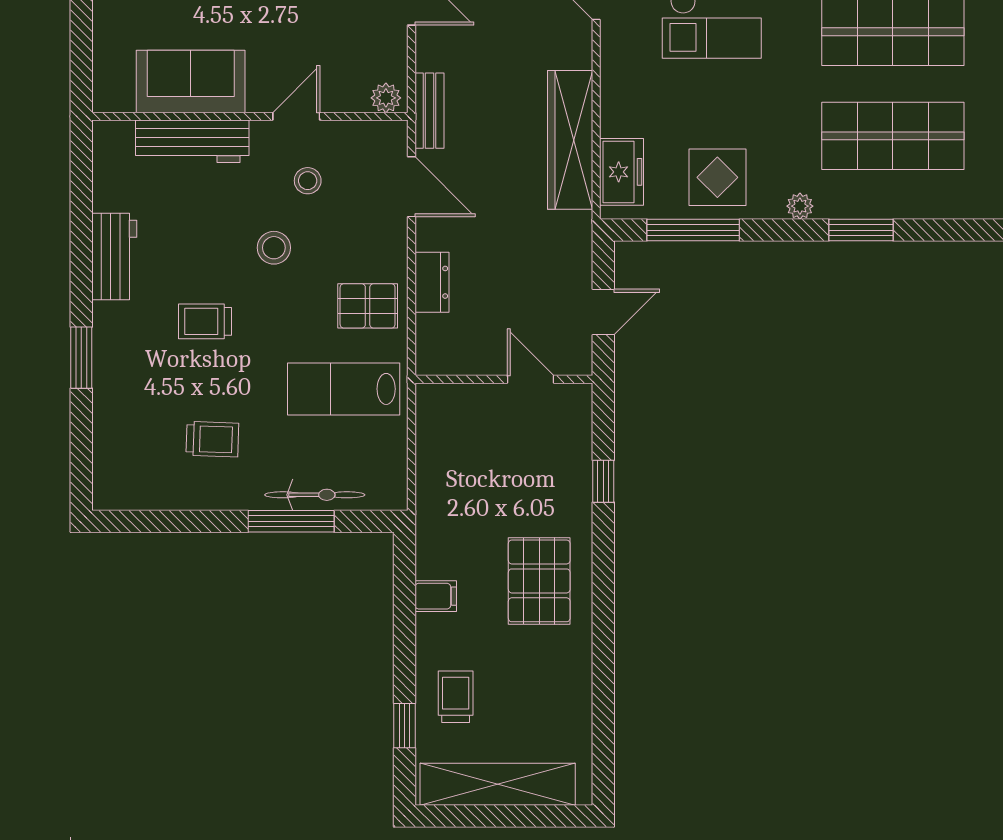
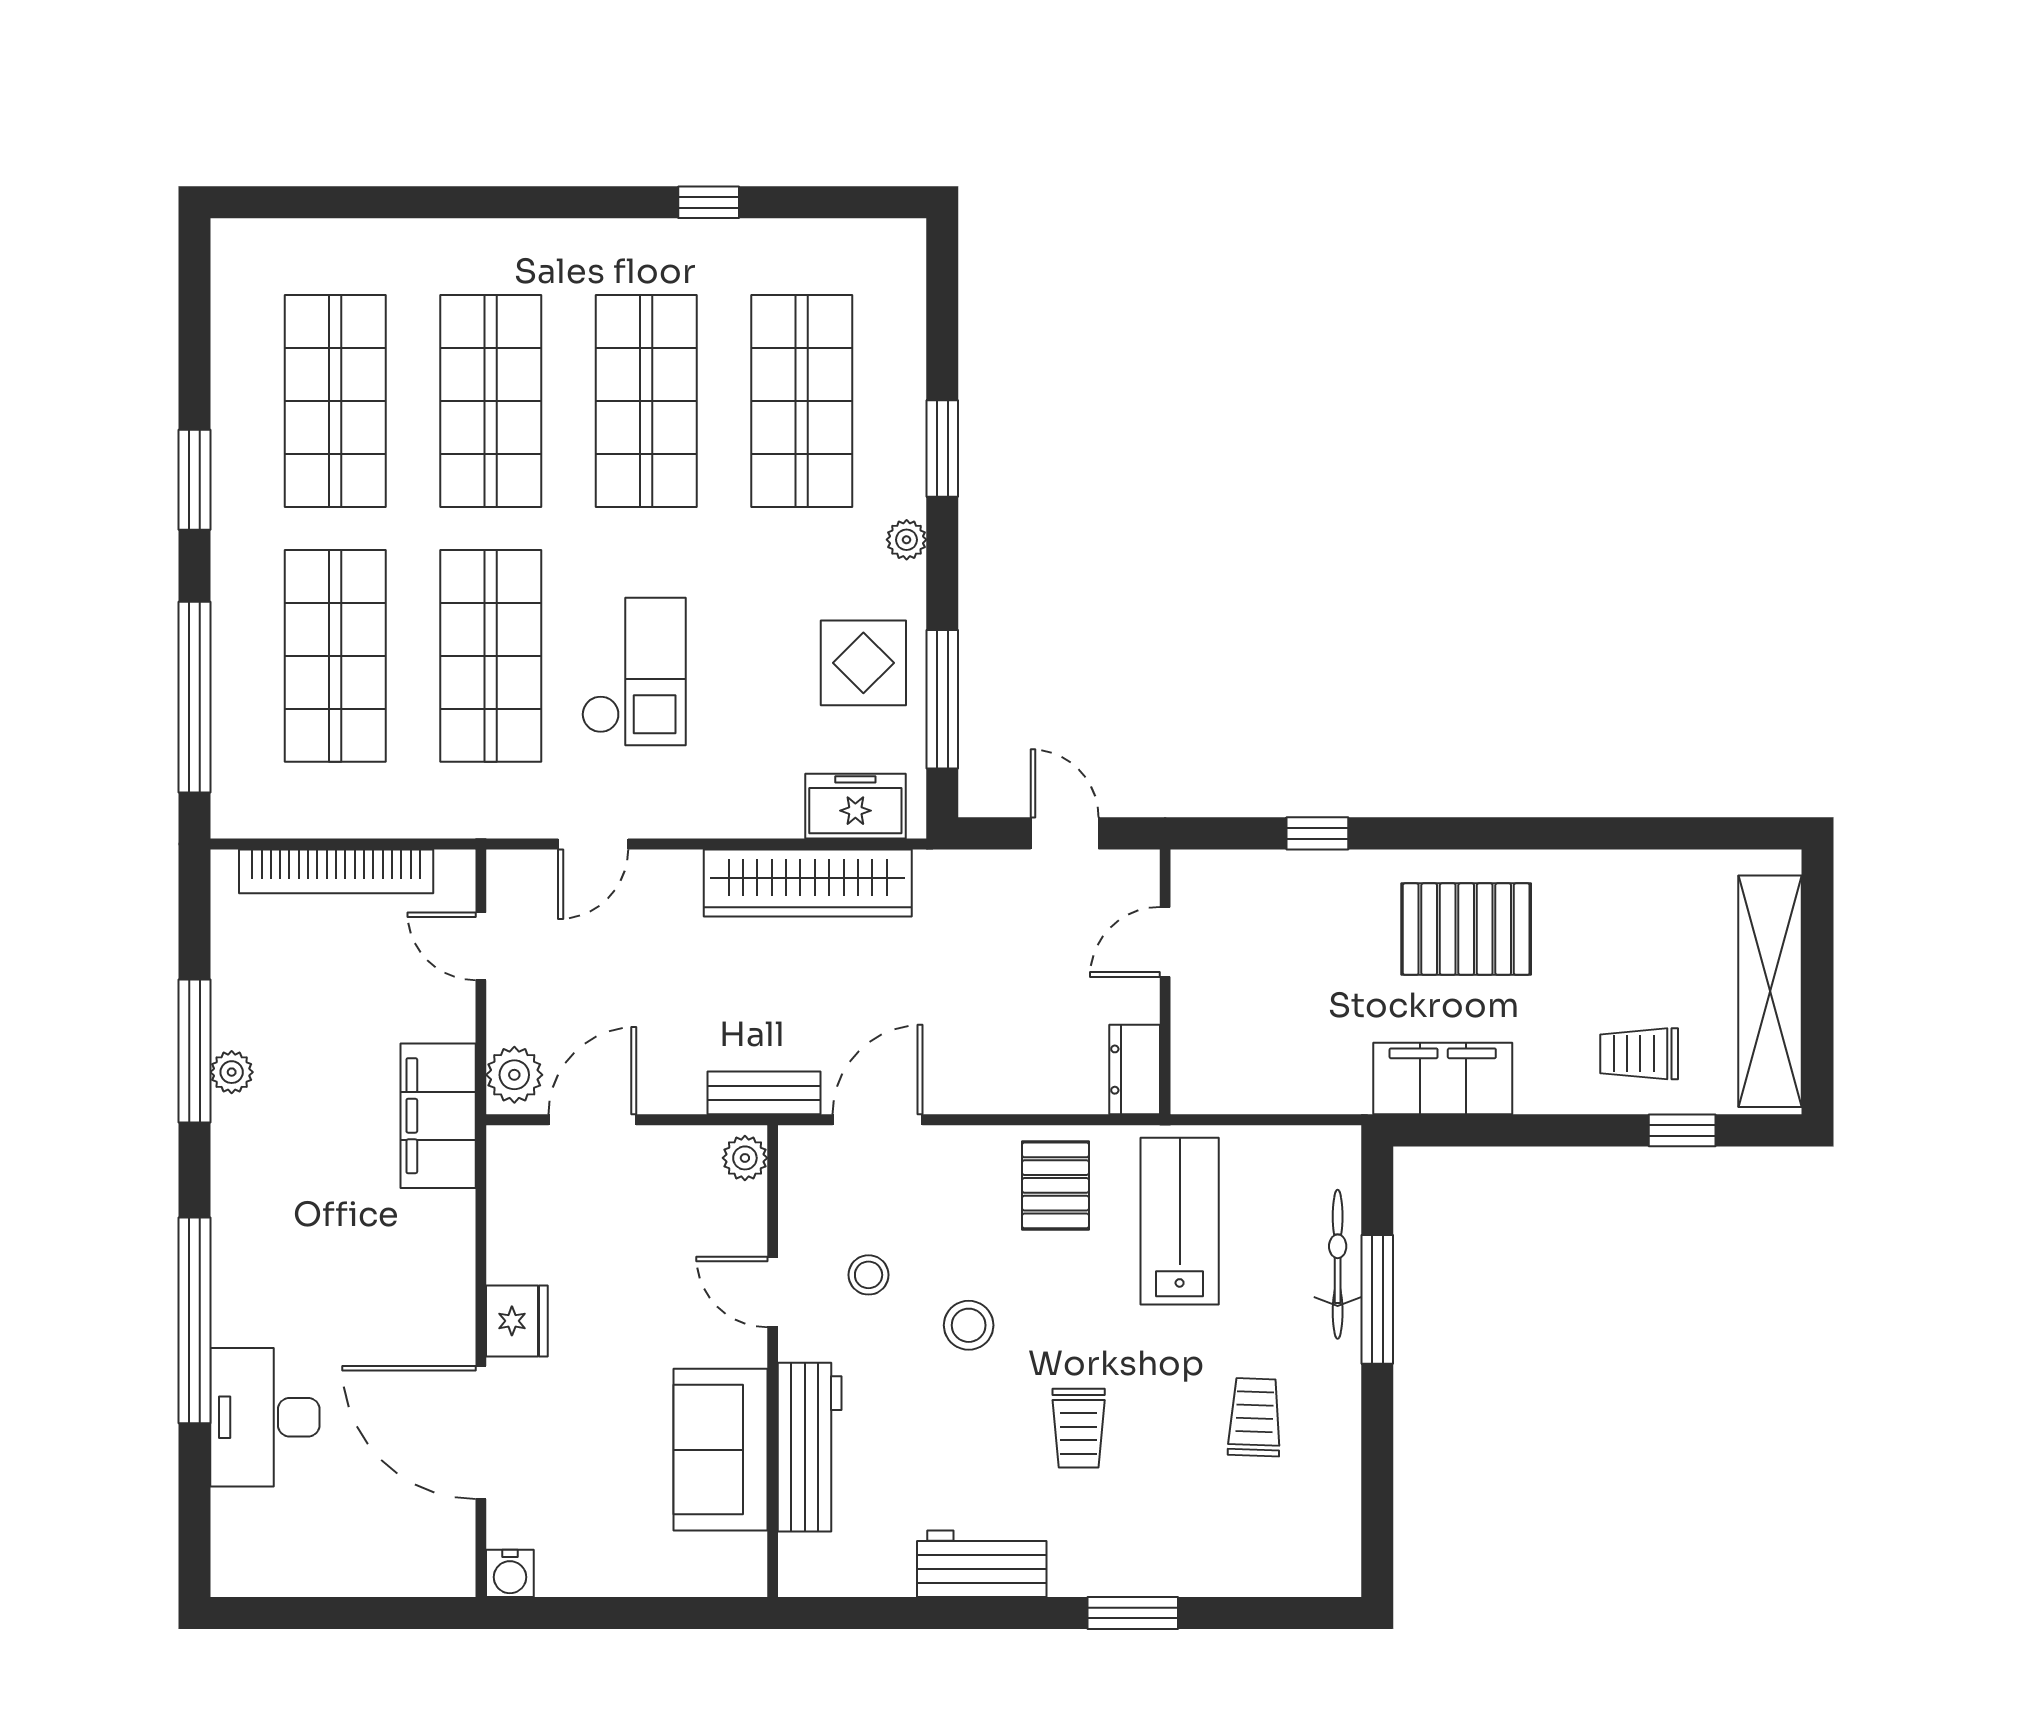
dresser: (432, 282) -> (1135, 1070), moved, turned -90
lab bench: (344, 389) -> (1180, 1221), turned 180
filing cabinet: (436, 596) -> (1443, 1078), width x3.00, depth x1.17

